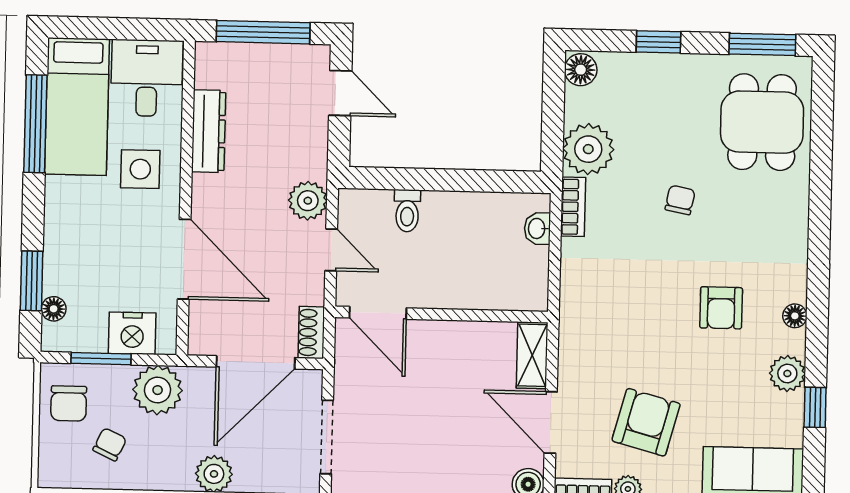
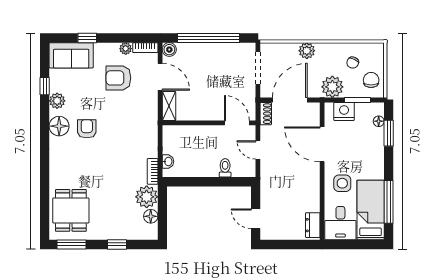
window: (263, 32) -> (290, 244), removed
floor lamp: (581, 70) -> (151, 216), moved
dresser: (209, 131) -> (313, 225), moved, width x0.70
chair: (680, 200) -> (106, 176), removed
plant: (308, 201) -> (269, 171), removed
floor lamp: (795, 316) -> (59, 126), width x1.89, depth x1.89
armchair: (646, 422) -> (118, 78), turned 75

